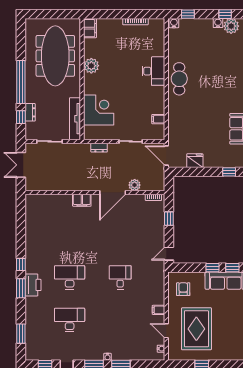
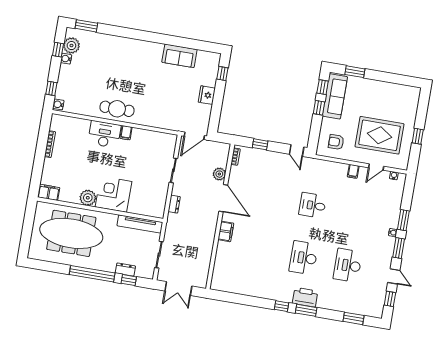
corner desk: (99, 110) -> (113, 194), moved
filing cabinet: (158, 119) -> (126, 133), moved
fridge: (195, 161) -> (207, 95), moved

